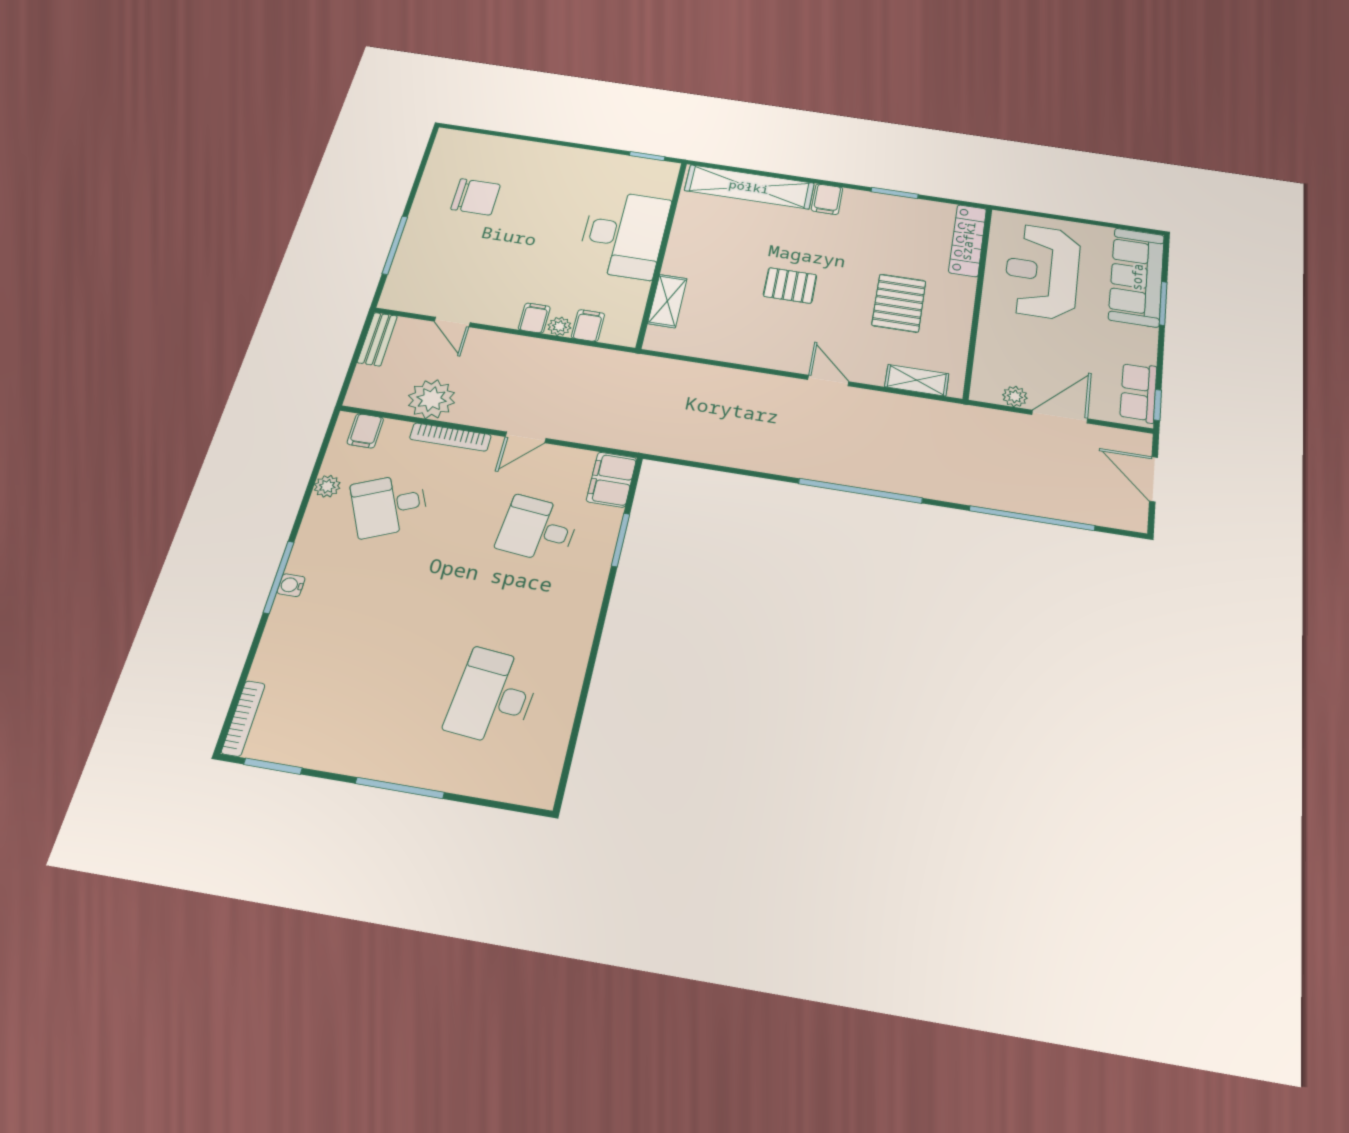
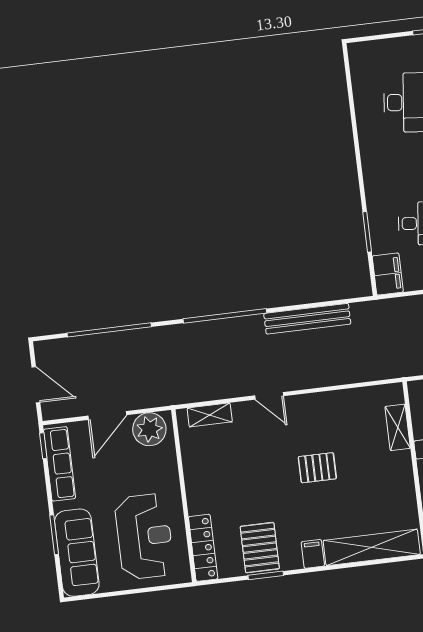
pallet: (899, 303) -> (260, 548), moved
row of seats: (1138, 392) -> (59, 464), width x1.48
plant: (1015, 396) -> (149, 429), width x1.88, depth x1.88
bench: (745, 456) -> (307, 319), added

